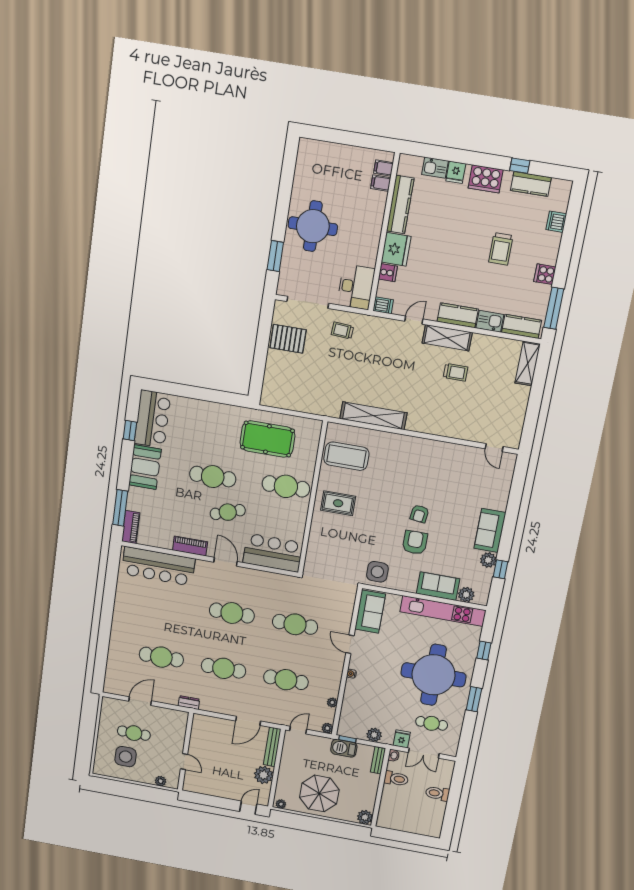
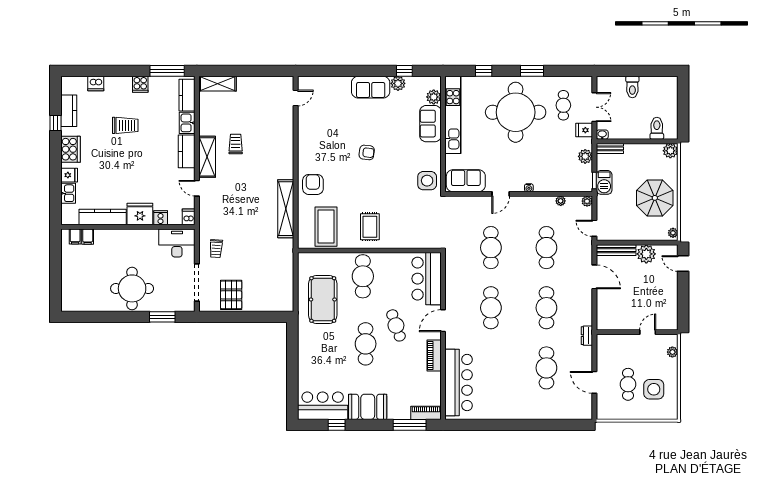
armchair: (415, 542) -> (313, 184), moved, turned 90
toilet: (396, 779) -> (657, 128), moved

